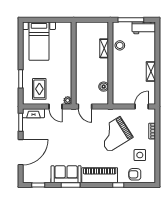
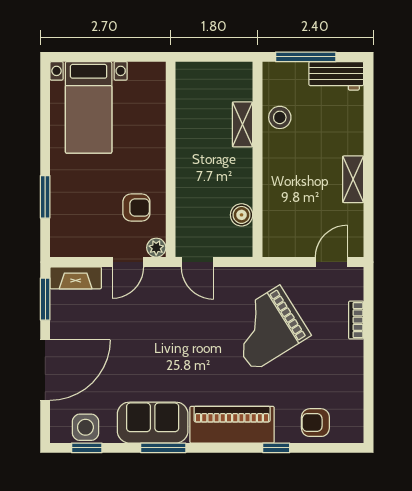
armchair: (59, 83) -> (136, 207), added
rug: (39, 89) -> (89, 220), removed
door: (56, 106) -> (128, 262), hinge flipped
side table: (140, 155) -> (85, 427), moved

